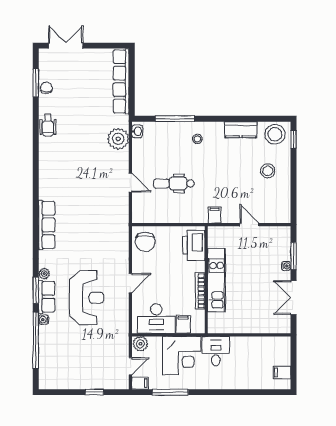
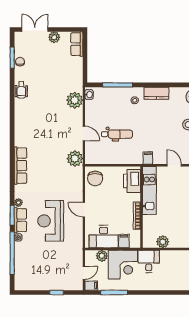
plant: (91, 56) -> (54, 37), added
row of seats: (121, 81) -> (77, 44), width x0.50
kitchen counter: (241, 130) -> (156, 93), moved
dental chair: (174, 183) -> (117, 134), turned 180
plant: (118, 216) -> (75, 159), added
kitchen unit: (217, 280) -> (149, 191), moved
door: (130, 283) -> (84, 210), swing flipped
reception desk: (87, 298) -> (51, 221), turned 180
plant: (234, 325) -> (163, 242), added
plant: (140, 344) -> (102, 256), moved

